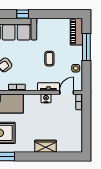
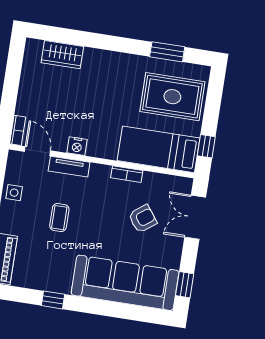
window: (23, 14) -> (53, 300), moved
door: (67, 92) -> (38, 151), swing flipped
wardrobe: (46, 146) -> (62, 55), moved

